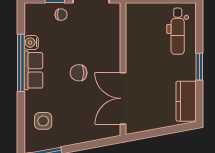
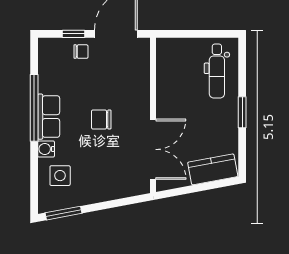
water cooler: (31, 43) -> (46, 149), moved
double door: (123, 98) -> (153, 149), swing flipped
kitchen counter: (186, 101) -> (213, 169), moved, turned 79

